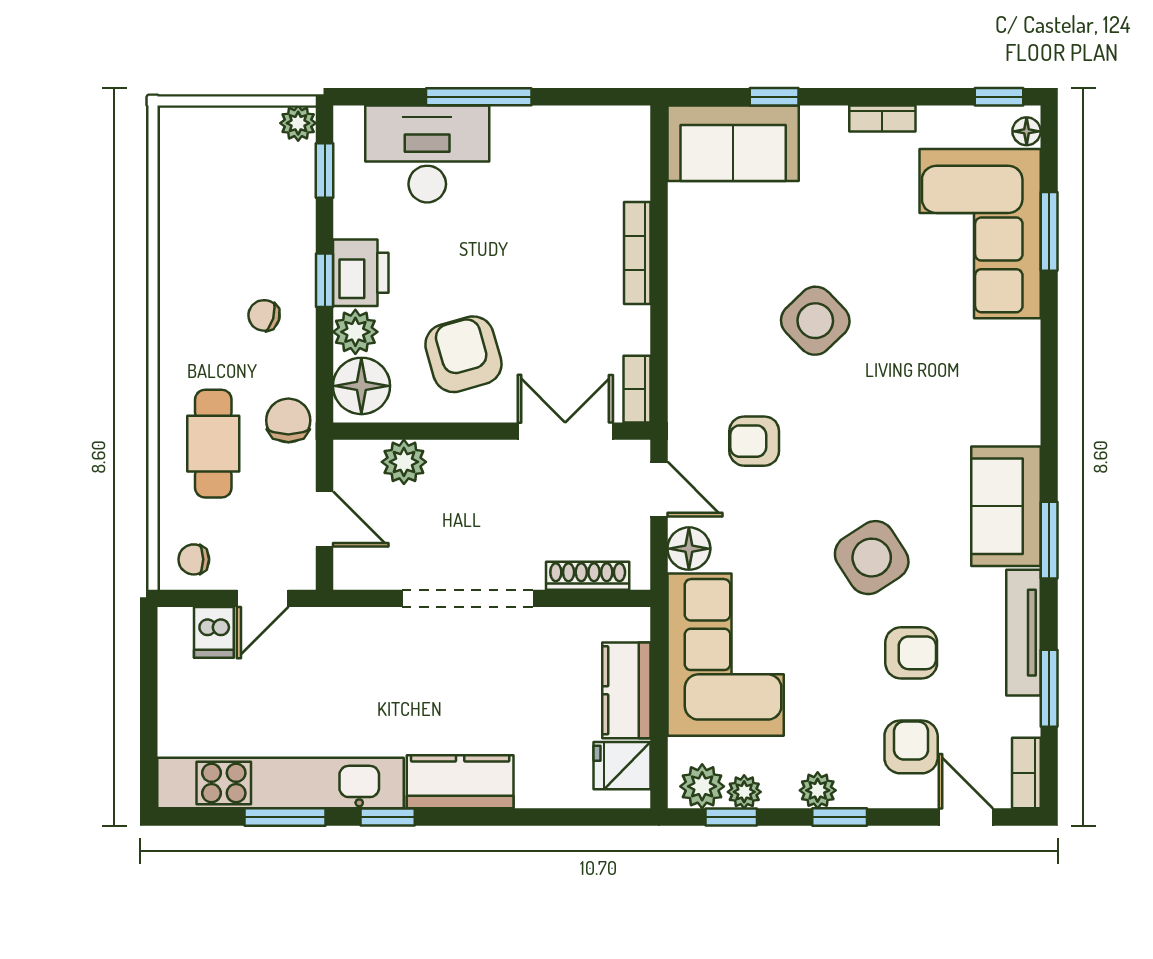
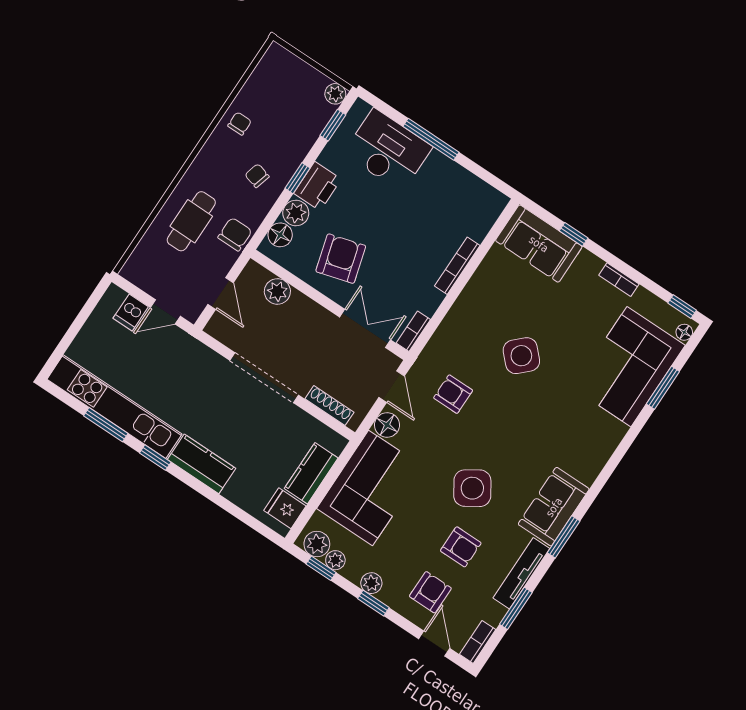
floor lamp: (361, 386) -> (280, 235), width x0.73, depth x0.73
chair: (194, 559) -> (240, 124), moved, turned 90

